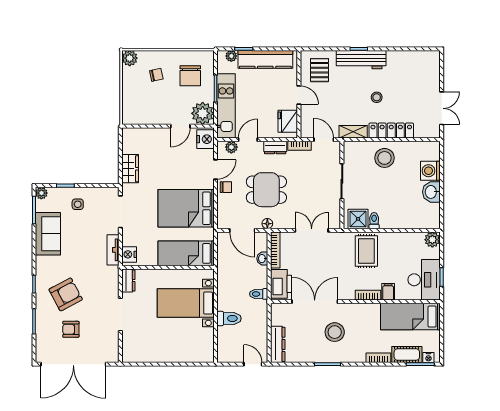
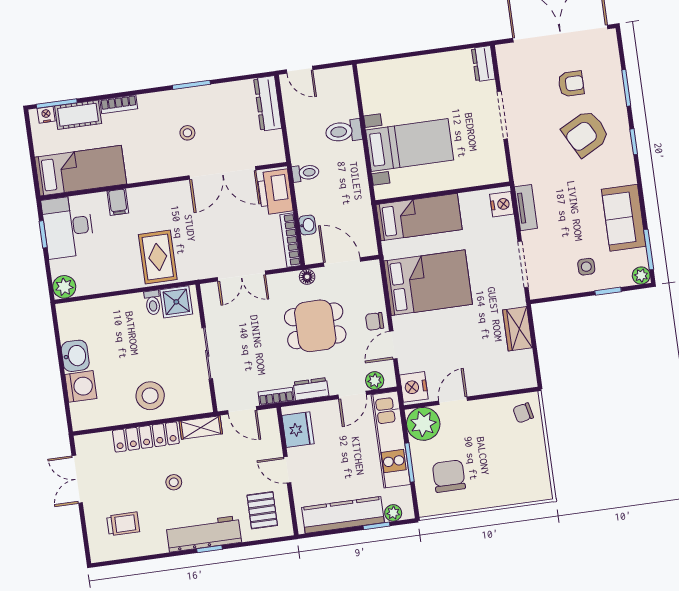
plant: (130, 58) -> (540, 489), removed
trolley: (415, 74) -> (123, 524), added
chair: (156, 75) -> (523, 413), moved
dresser: (128, 281) -> (483, 64), moved
bookcase: (368, 295) -> (146, 193), removed
stool: (335, 332) -> (187, 133), width x0.53, depth x0.53

